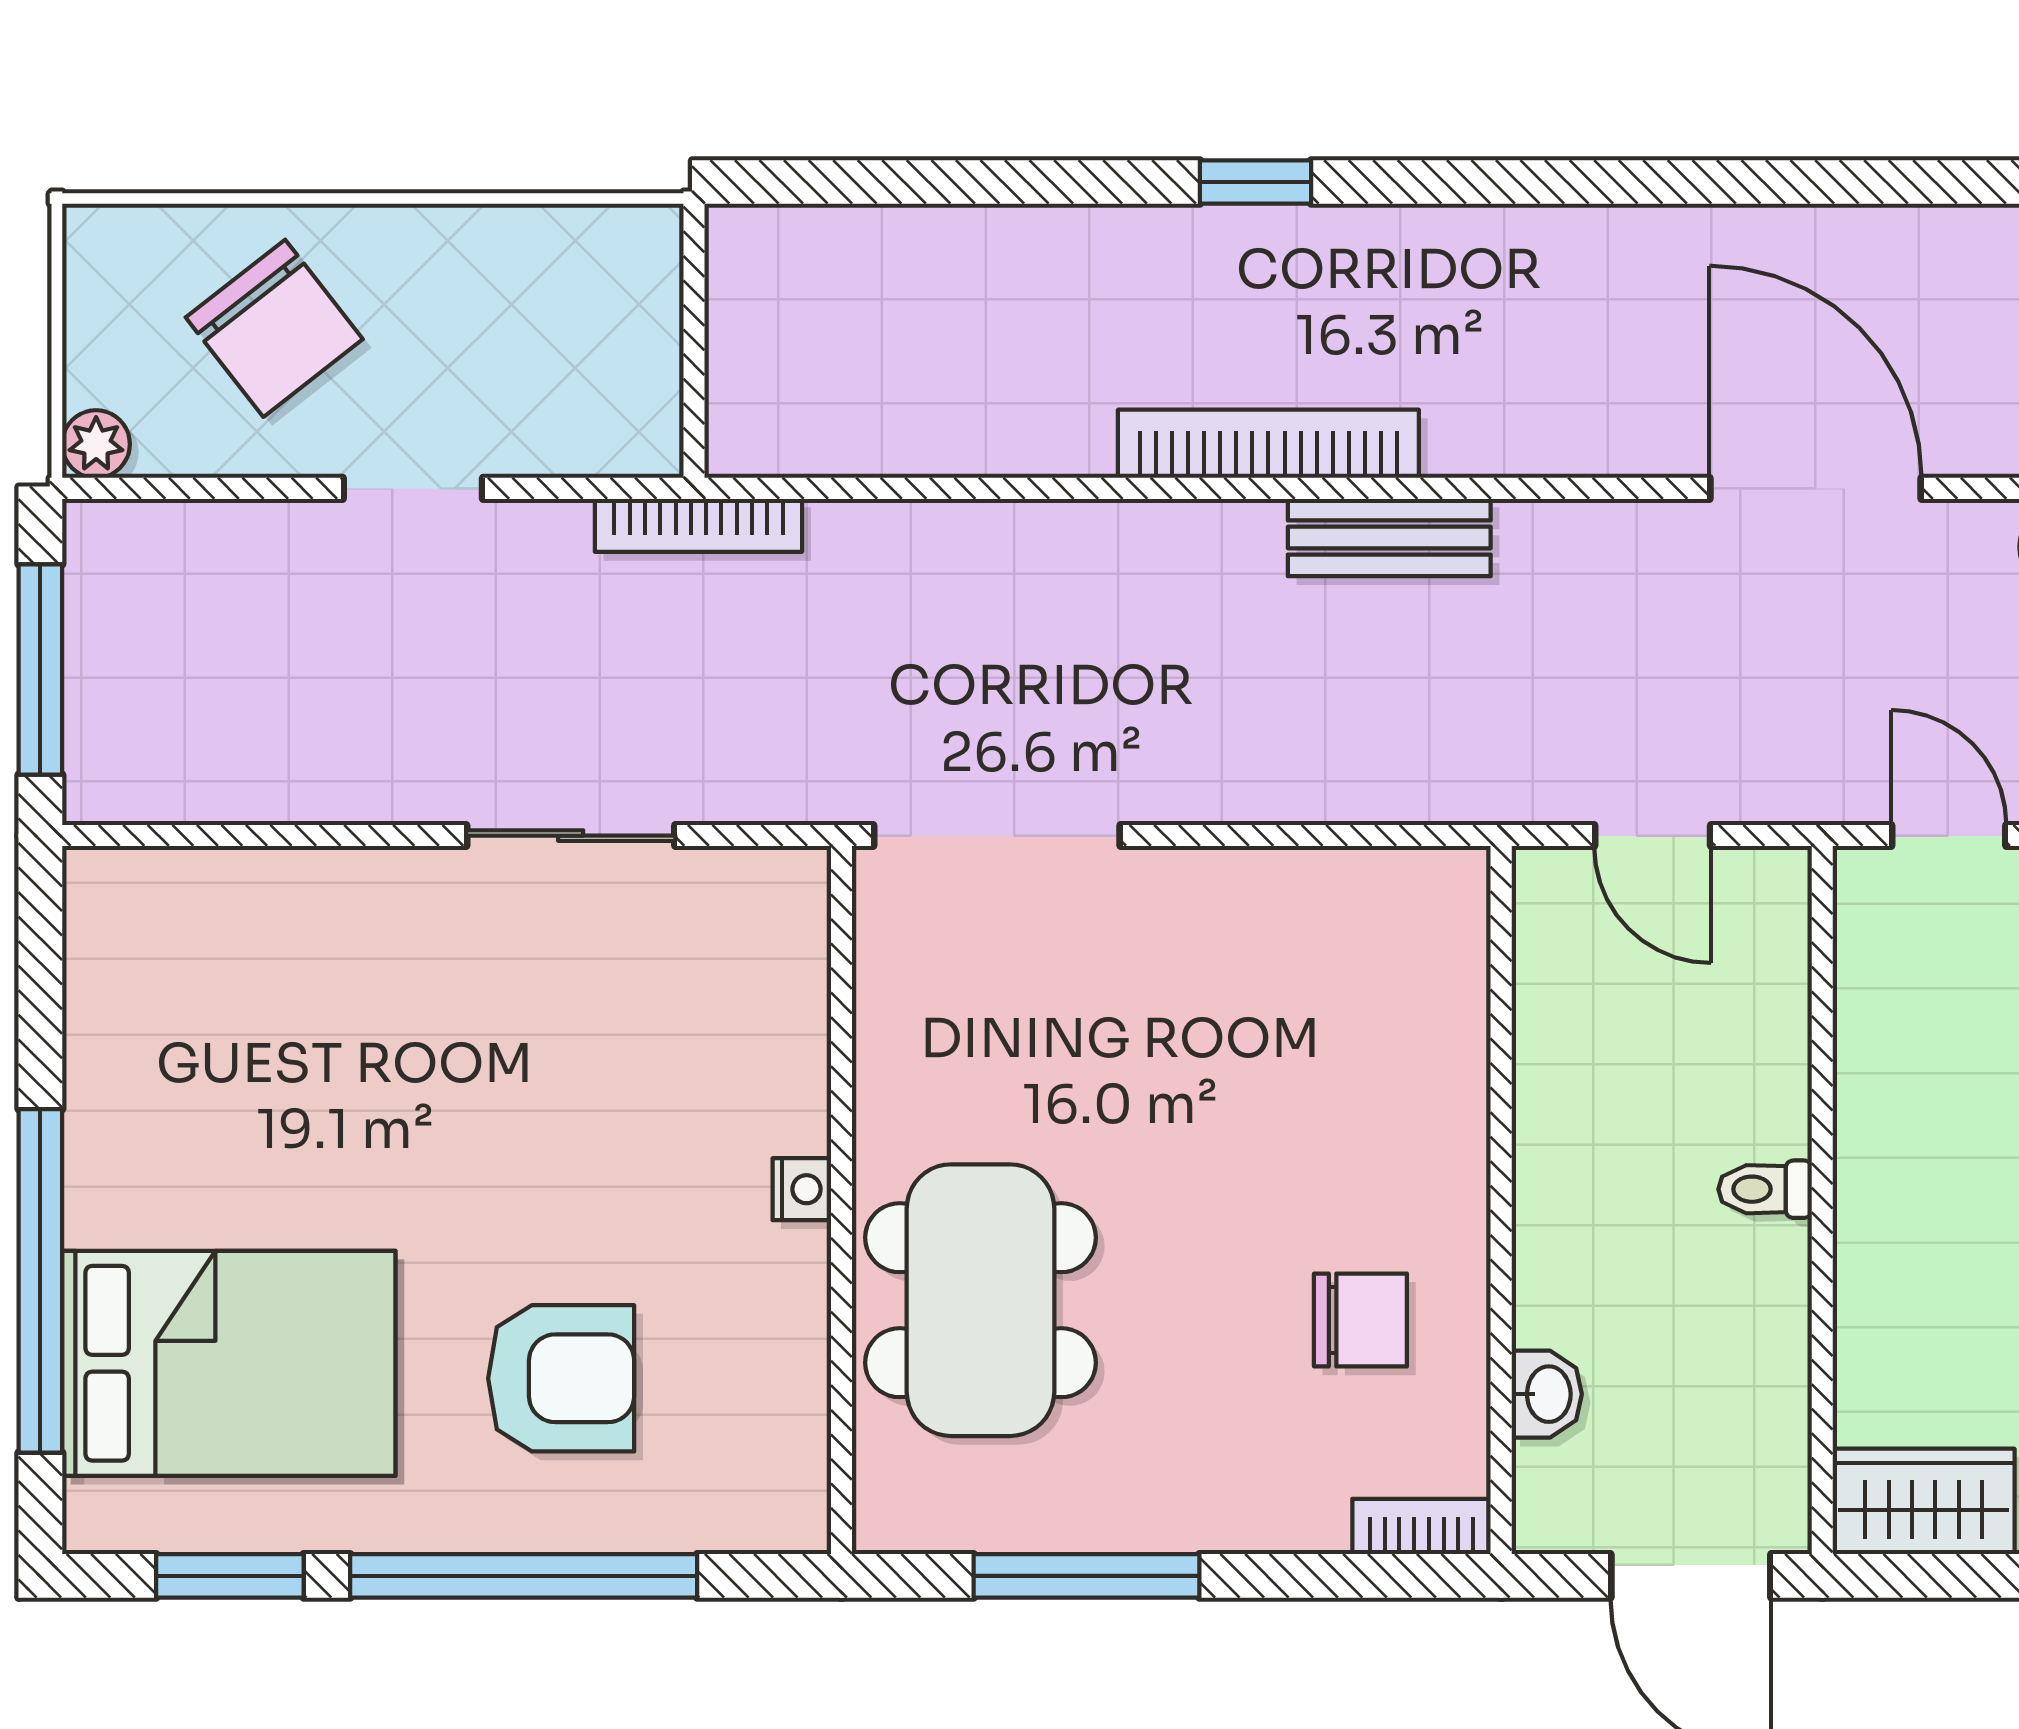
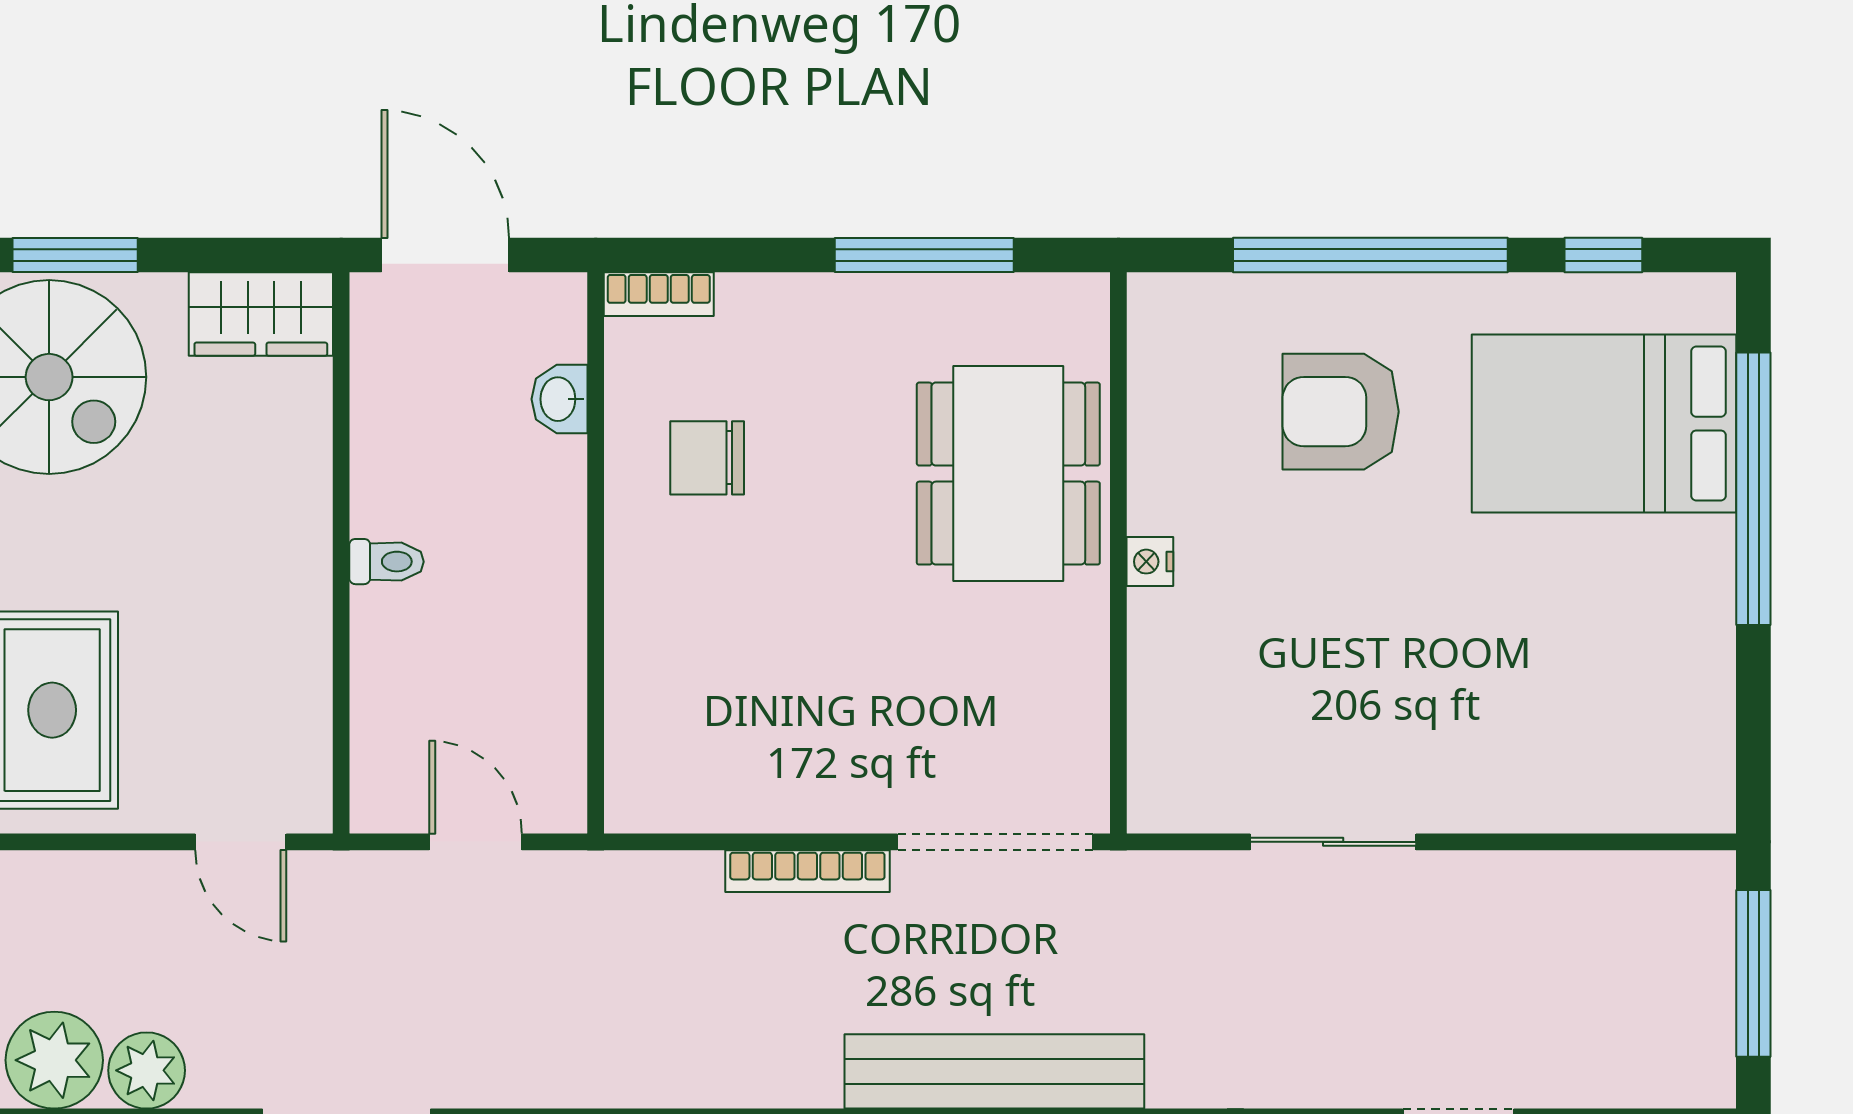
bookcase: (698, 525) -> (807, 871), moved, turned 180
bench: (1389, 538) -> (994, 1071), moved, width x1.86, depth x1.21
window: (230, 1576) -> (1603, 255), width x0.67

